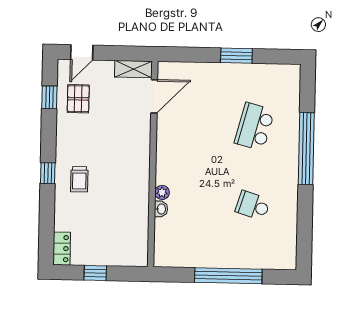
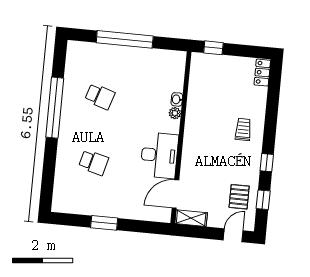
school desk: (254, 127) -> (93, 162), width x0.54
desk: (177, 141) -> (159, 155), added
window: (306, 149) -> (55, 108), moved
window: (48, 173) -> (267, 163), moved
window: (95, 273) -> (213, 48), moved

